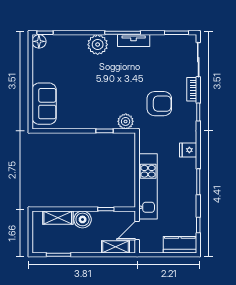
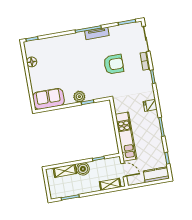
floor lamp: (39, 41) -> (32, 62), moved
plant: (98, 45) -> (72, 41), removed
sofa: (44, 104) -> (49, 99), moved, turned -90
armchair: (159, 104) -> (114, 64), moved
plant: (126, 121) -> (79, 97), moved
door: (137, 231) -> (124, 170), swing flipped

